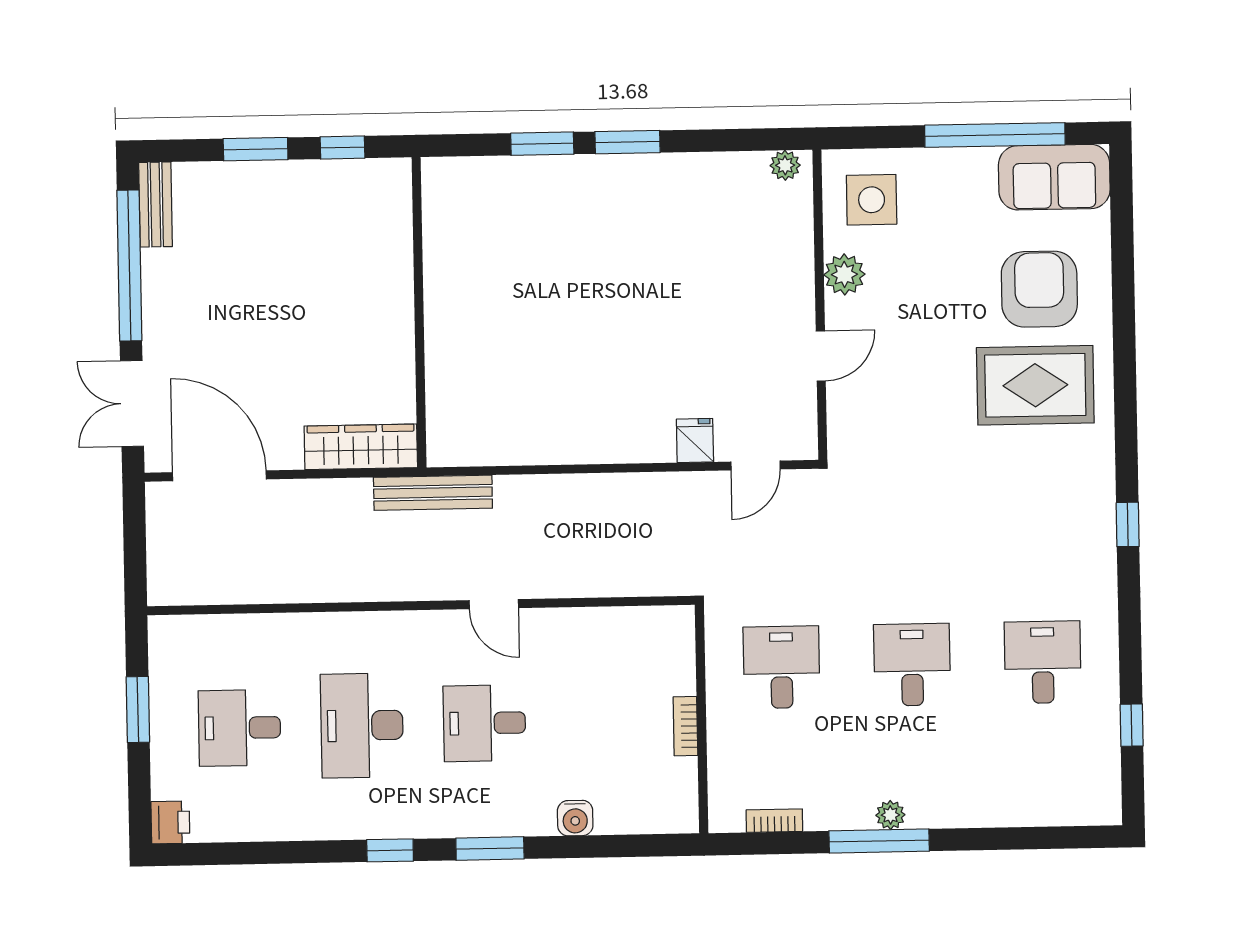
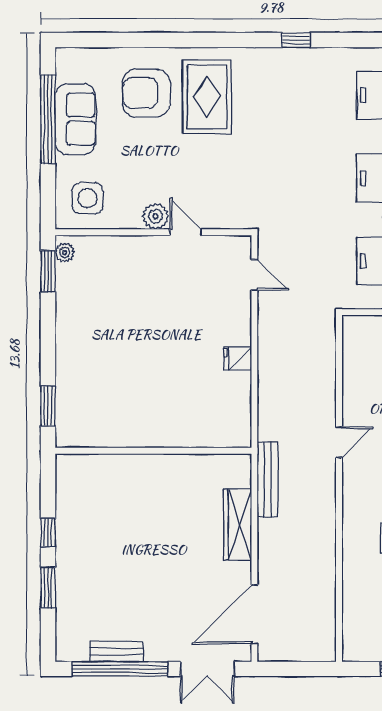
window: (627, 142) -> (48, 271), moved
sofa: (1054, 177) -> (75, 119), moved
bench: (155, 205) -> (117, 652), moved
plant: (844, 274) -> (156, 216), moved
wall: (419, 312) -> (153, 451), moved
fridge: (695, 440) -> (238, 358), moved

